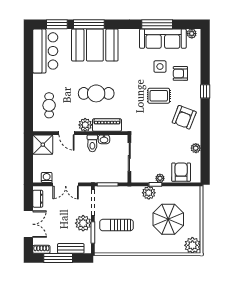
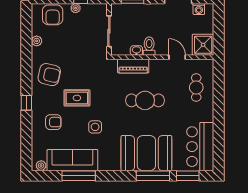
side table: (160, 67) -> (95, 127), moved
armchair: (184, 117) -> (49, 75), turned 82
plant: (85, 125) -> (157, 66), removed

